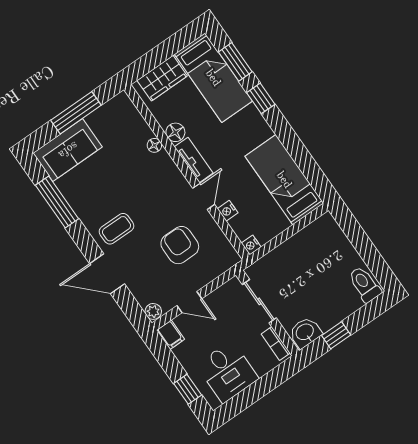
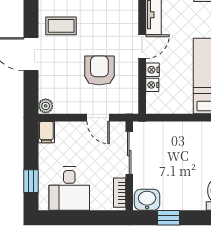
nightstand: (251, 245) -> (152, 85), moved
door: (189, 302) -> (98, 118), moved

